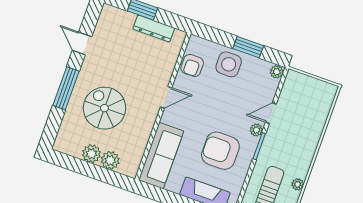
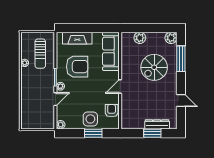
dresser: (154, 28) -> (157, 124), moved
window: (248, 47) -> (93, 133), moved
window: (66, 88) -> (181, 59), moved
spiral stairs: (104, 108) -> (154, 67), turned 90
plant: (91, 154) -> (171, 38), moved

